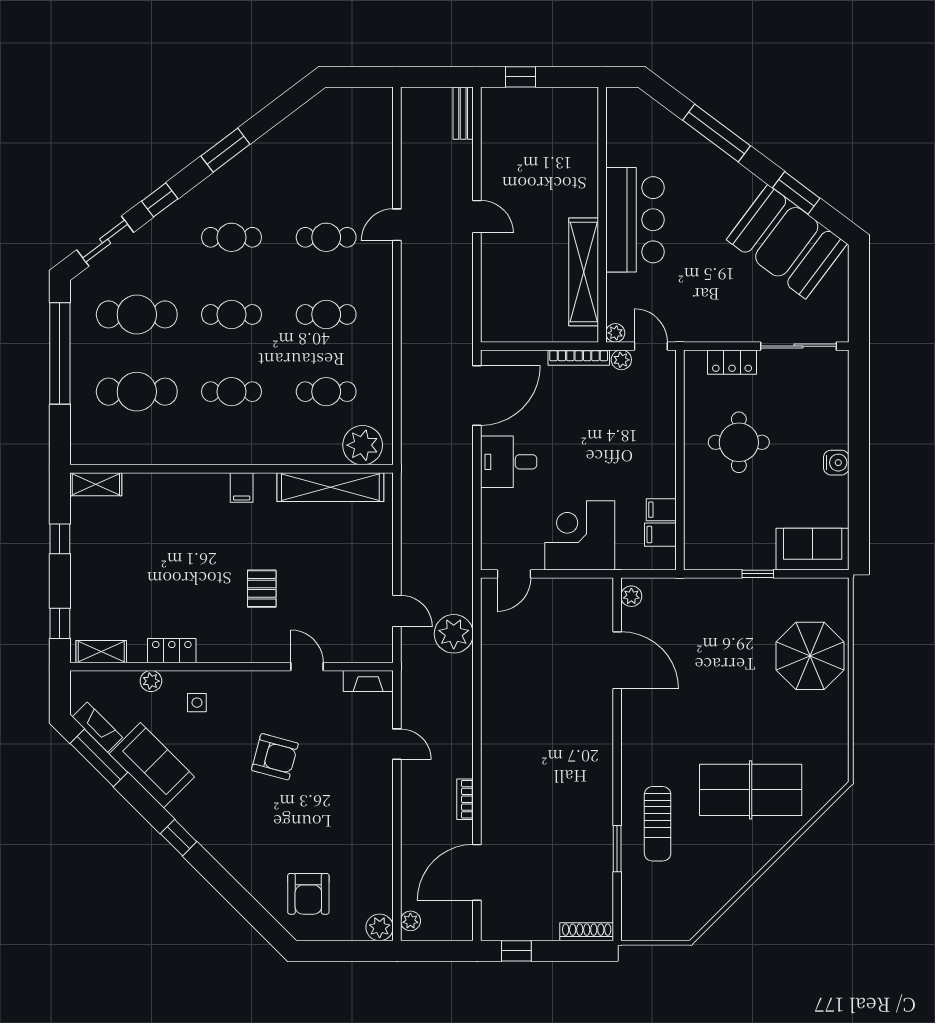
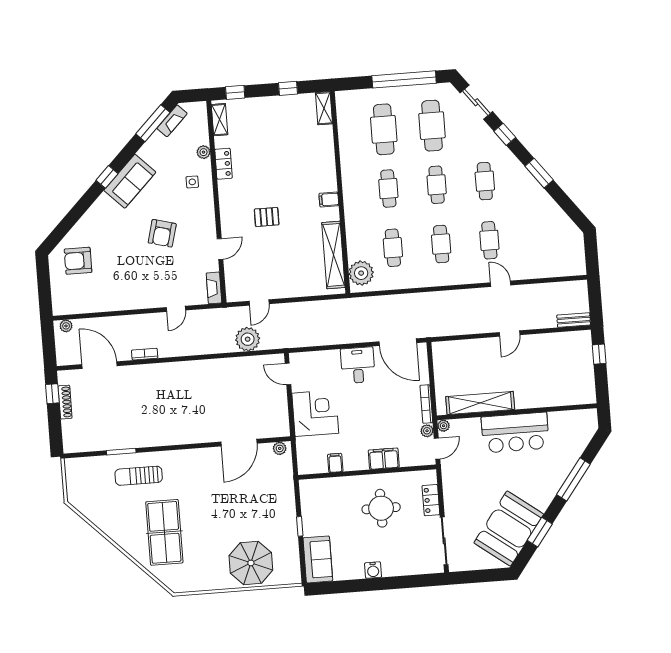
filing cabinet: (660, 535) -> (384, 459), moved, width x2.00
sofa: (152, 765) -> (130, 181), moved
plant: (380, 927) -> (60, 307), removed
shoe rack: (587, 932) -> (65, 402), moved

